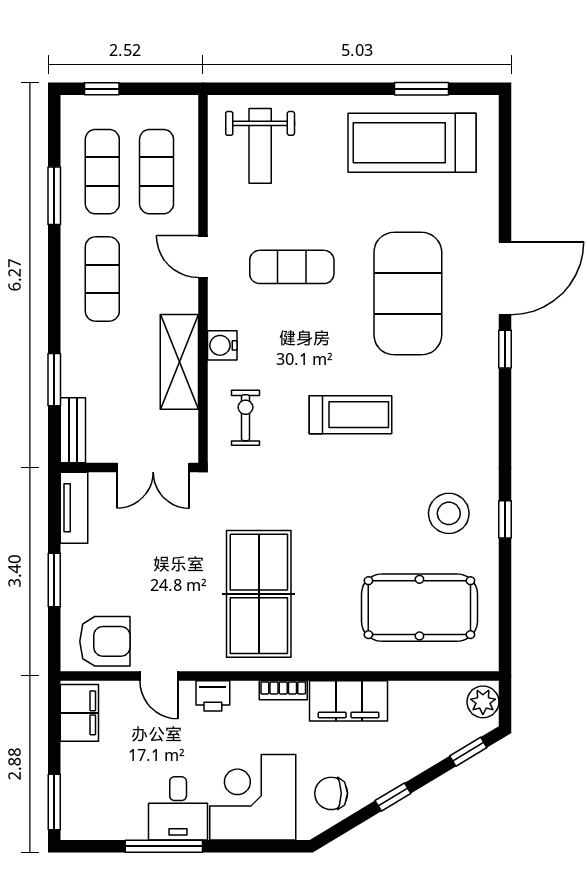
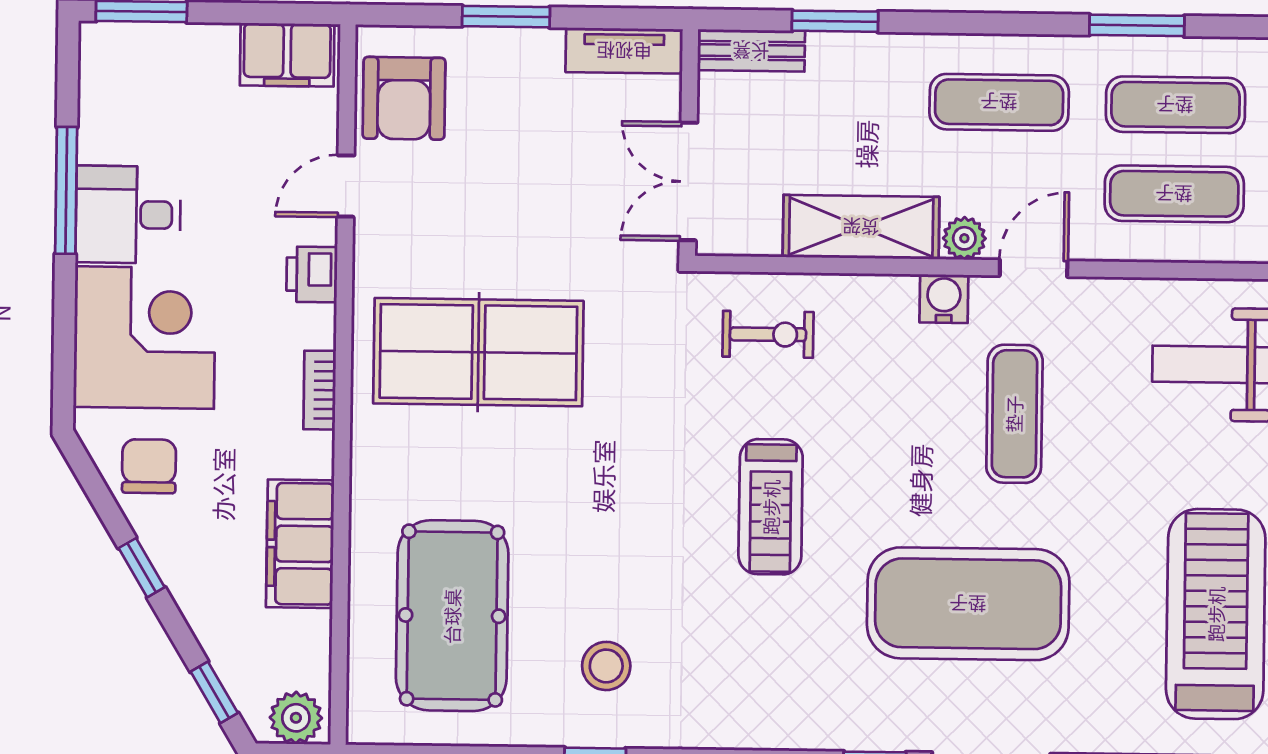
plant: (185, 299) -> (964, 238), added
water cooler: (222, 345) -> (944, 299), moved
stool: (449, 513) -> (606, 666), width x0.73, depth x0.73
filing cabinet: (349, 701) -> (300, 544), moved

